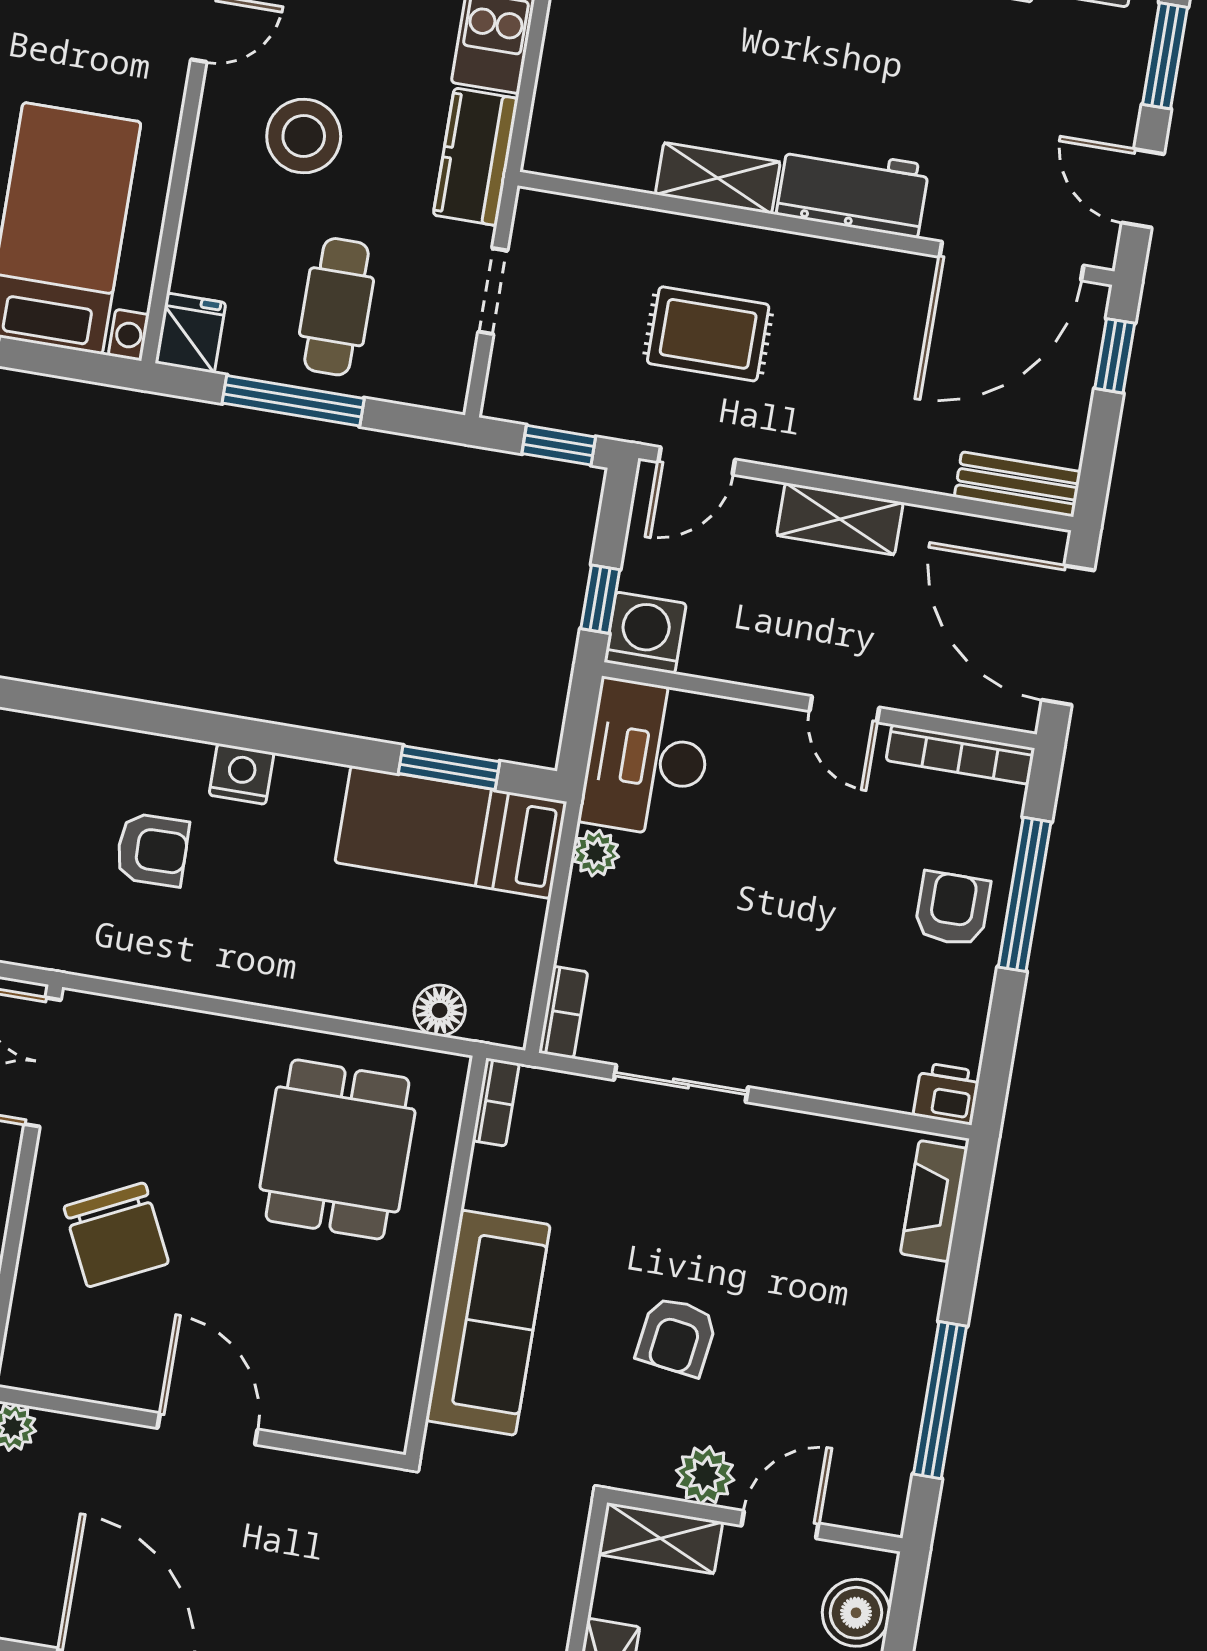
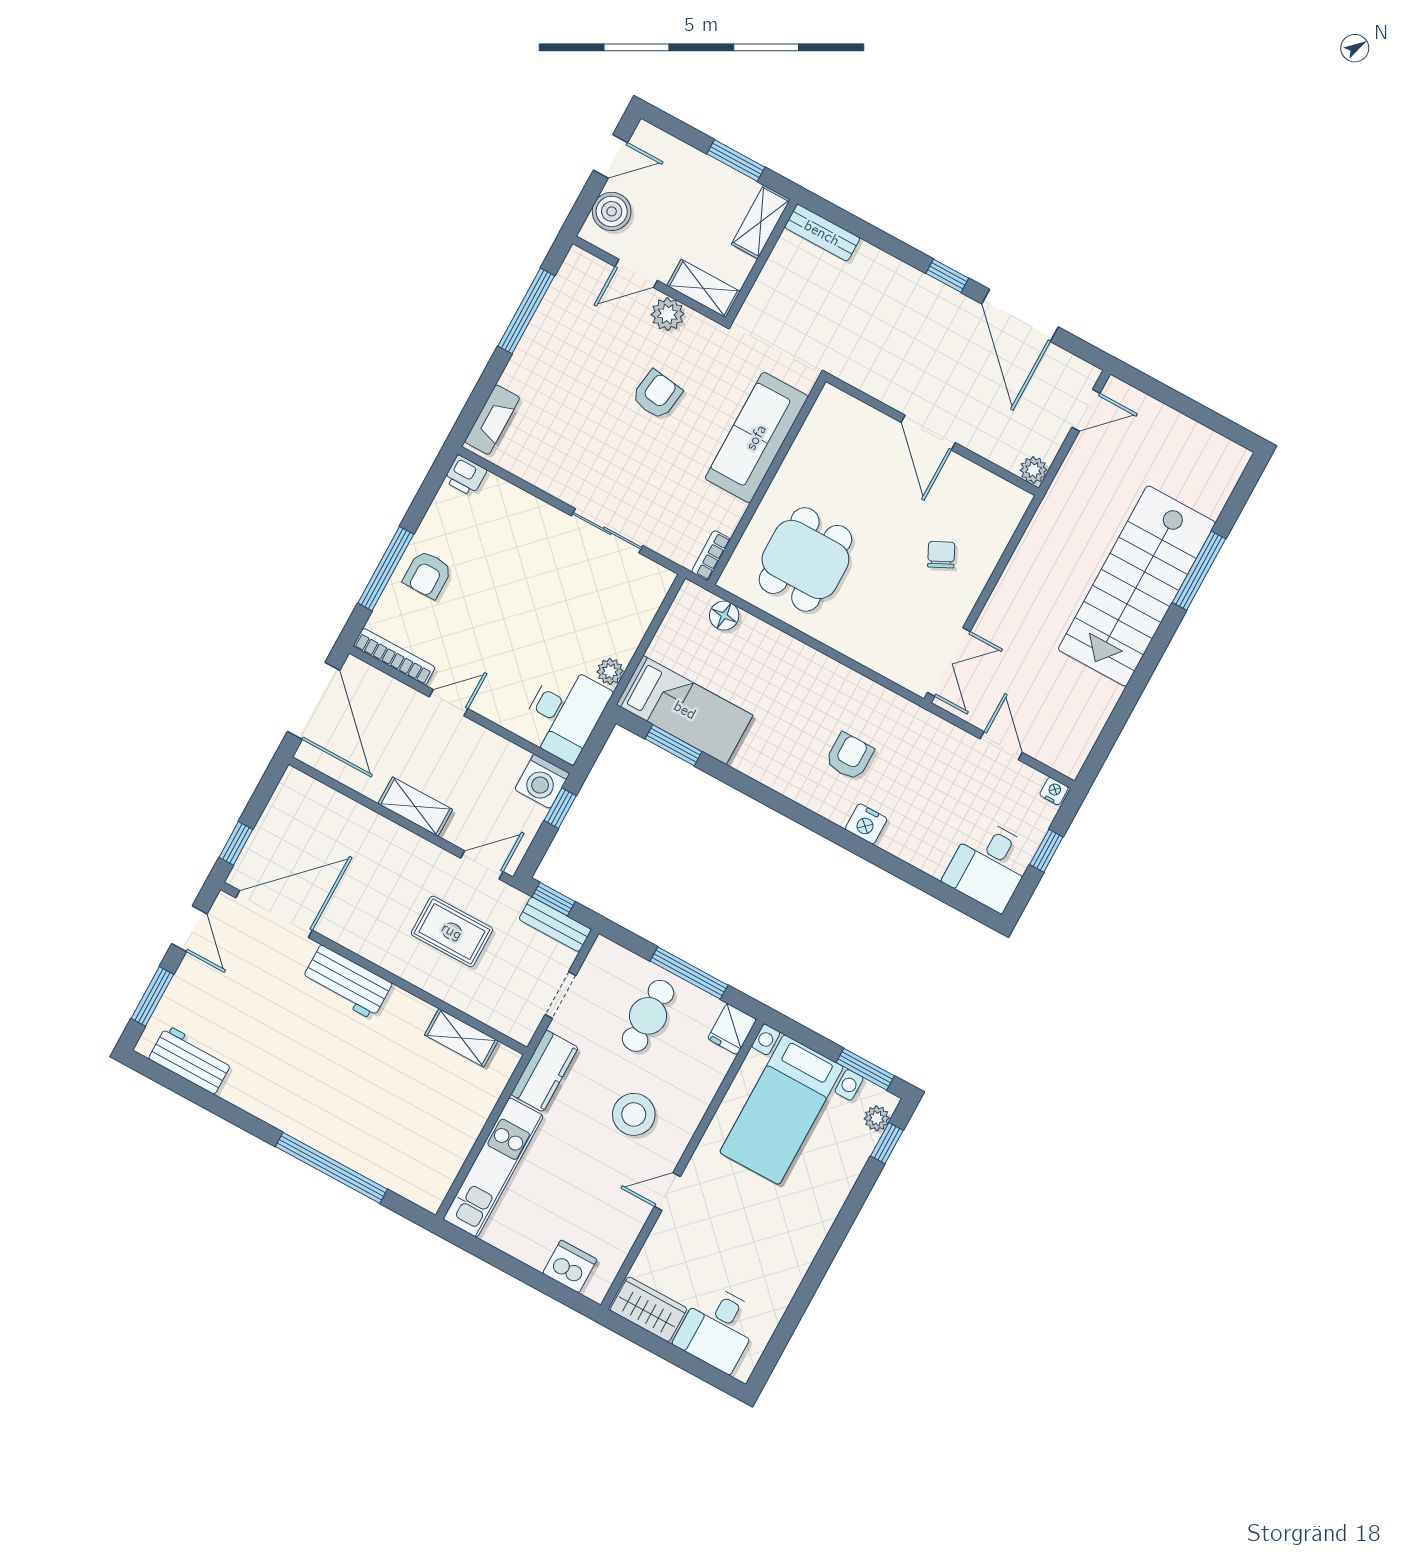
shelving: (718, 178) -> (461, 1038), moved
bench: (1018, 484) -> (555, 924), moved
door: (844, 709) -> (449, 703), hinge flipped
nightstand: (242, 774) -> (866, 824), moved
armchair: (152, 850) -> (850, 756), turned 91
bookcase: (563, 1012) -> (658, 591), removed
chair: (116, 1235) -> (941, 555), width x0.54, depth x0.54

